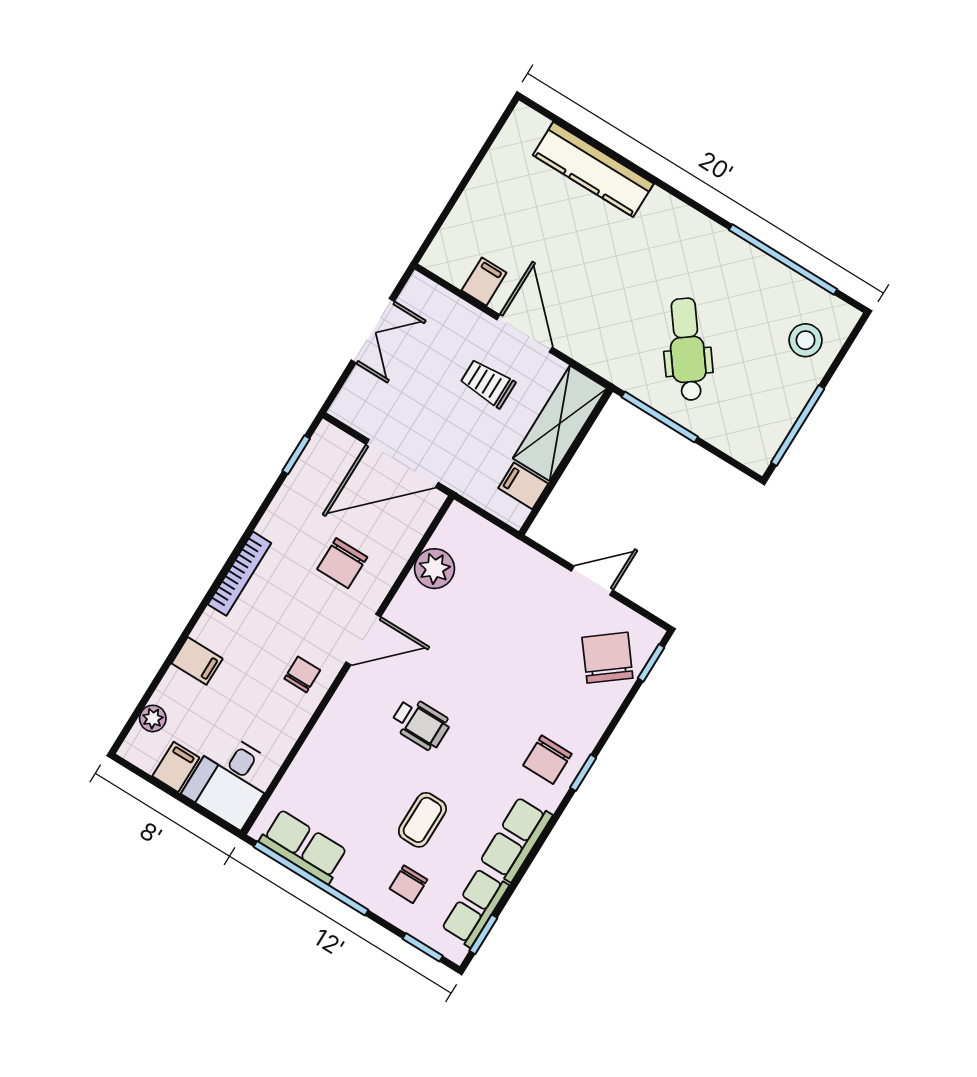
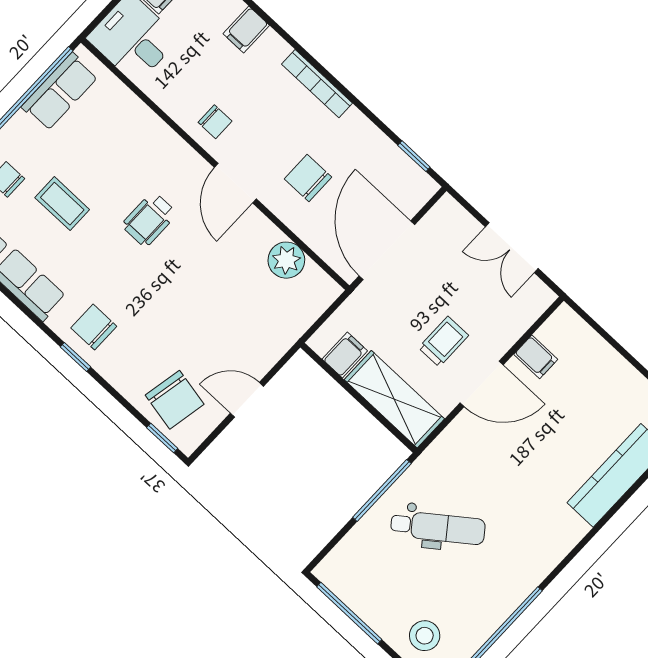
door: (592, 581) -> (247, 400), swing flipped
chair: (607, 658) -> (175, 400), turned 49

